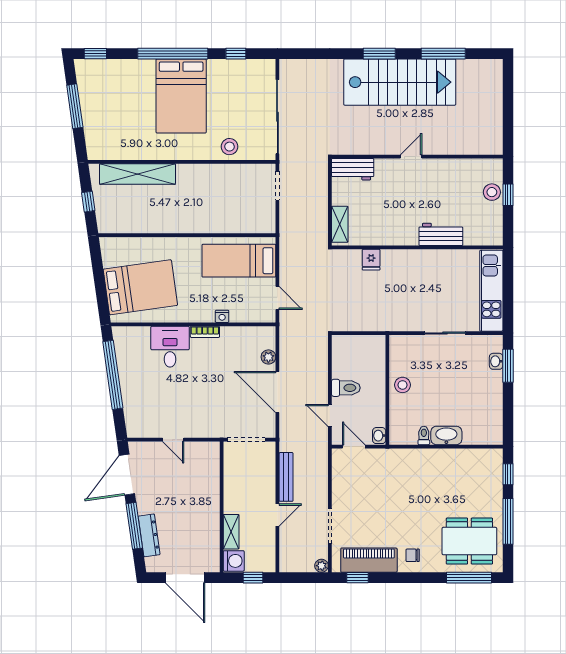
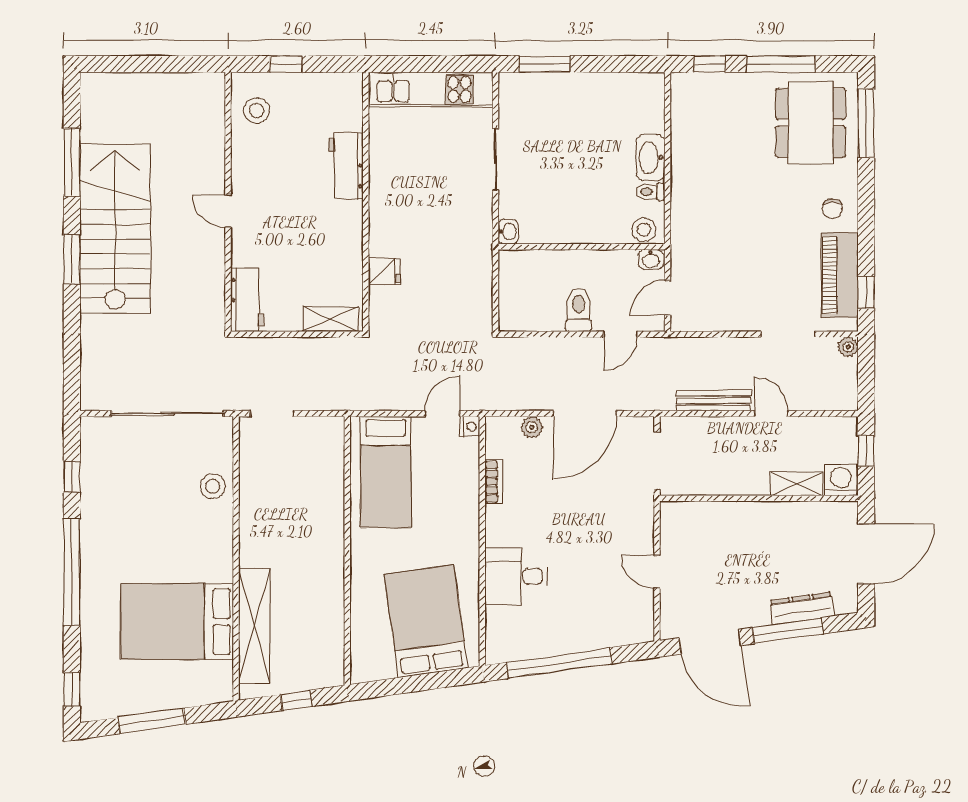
bed: (181, 96) -> (177, 622), moved, turned 180
stool: (492, 192) -> (257, 111), moved
nightstand: (222, 316) -> (470, 426), moved
bookcase: (205, 332) -> (494, 482), moved
washbasin: (496, 361) -> (508, 232), moved, turned -90
stool: (403, 385) -> (644, 230), moved
door: (173, 440) -> (657, 572), swing flipped

